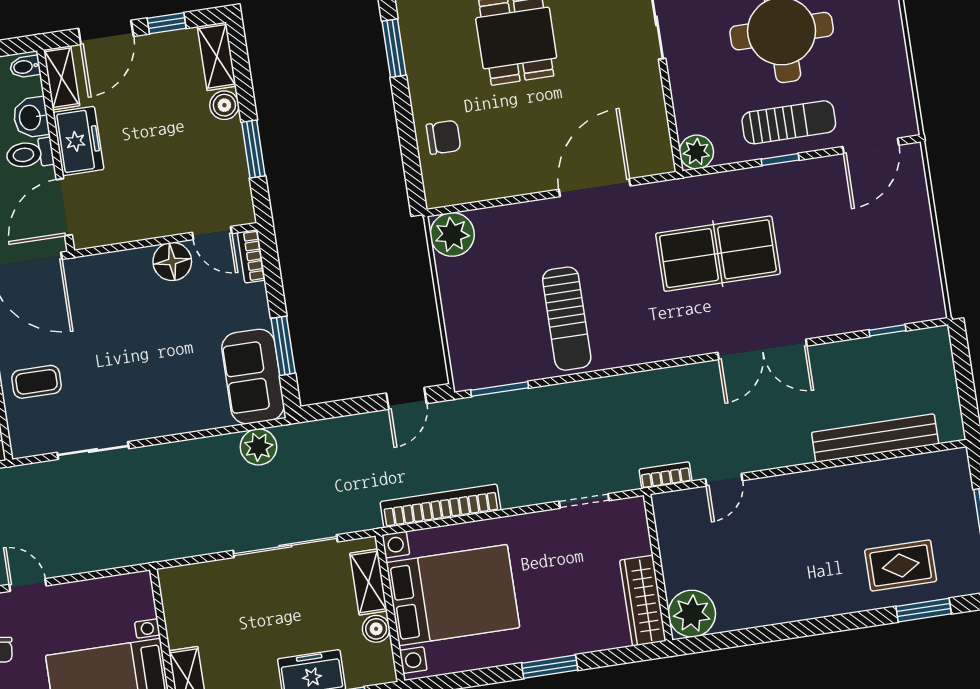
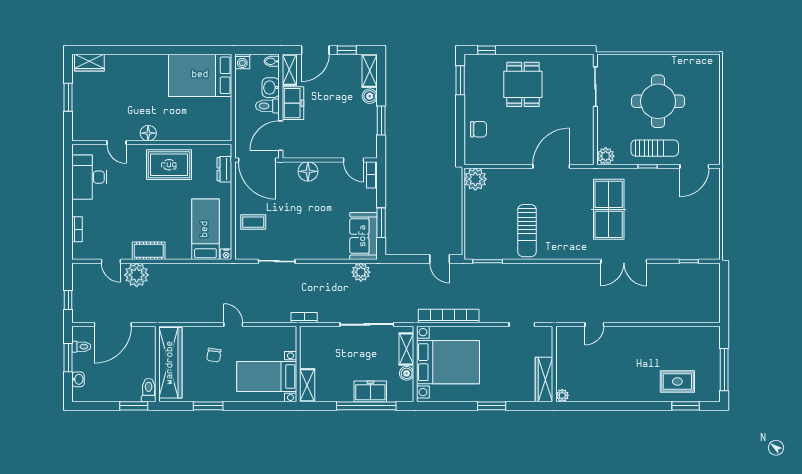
table tennis table: (718, 254) -> (609, 209), turned 90
floor lamp: (172, 261) -> (308, 171), moved
door: (406, 398) -> (440, 259), hinge flipped
bench: (875, 438) -> (674, 315), removed
bookcase: (666, 475) -> (304, 318), moved
plant: (692, 614) -> (562, 395), width x0.53, depth x0.53

